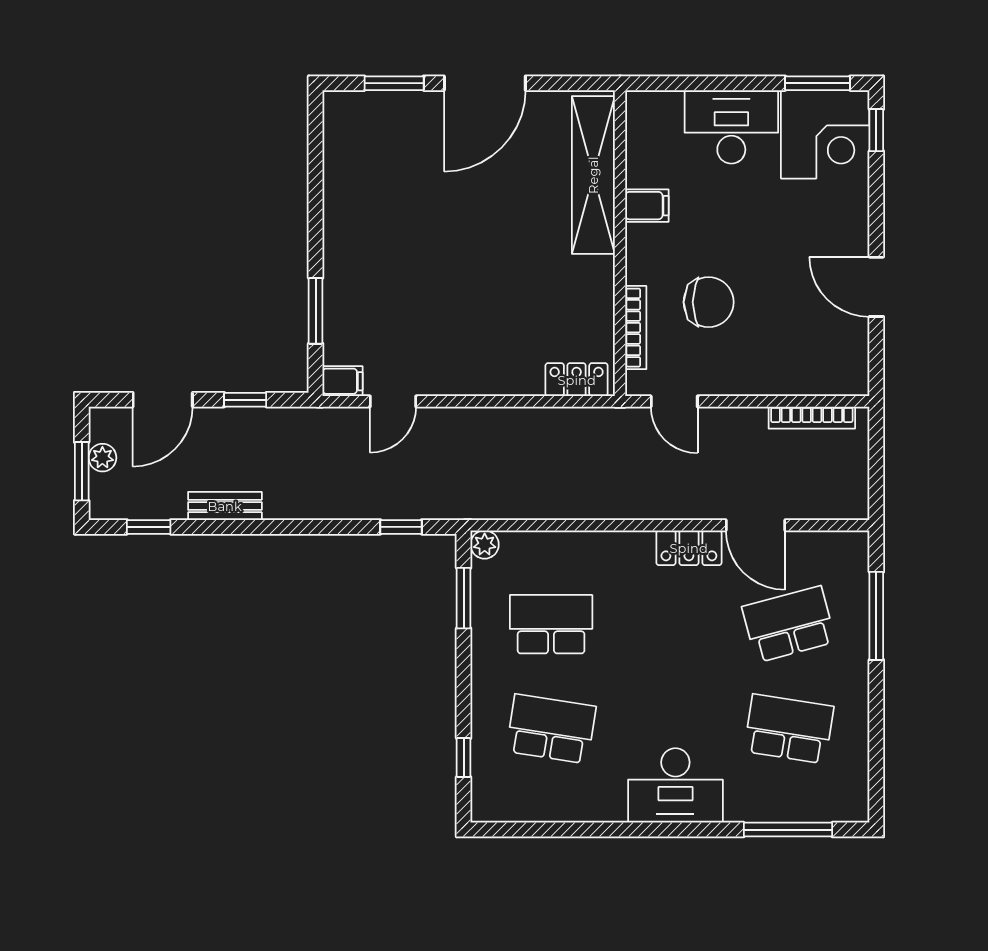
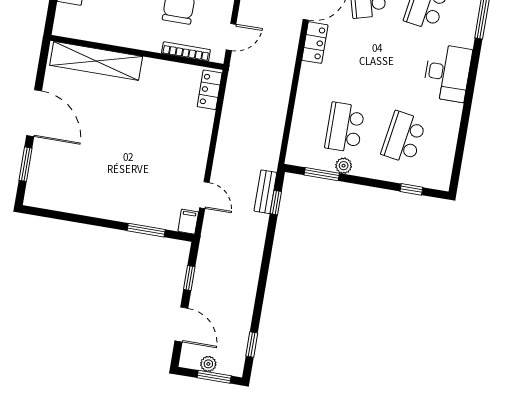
filing cabinet: (647, 206) -> (118, 34), removed
bench: (225, 506) -> (265, 192), moved
plant: (485, 545) -> (344, 166), moved

